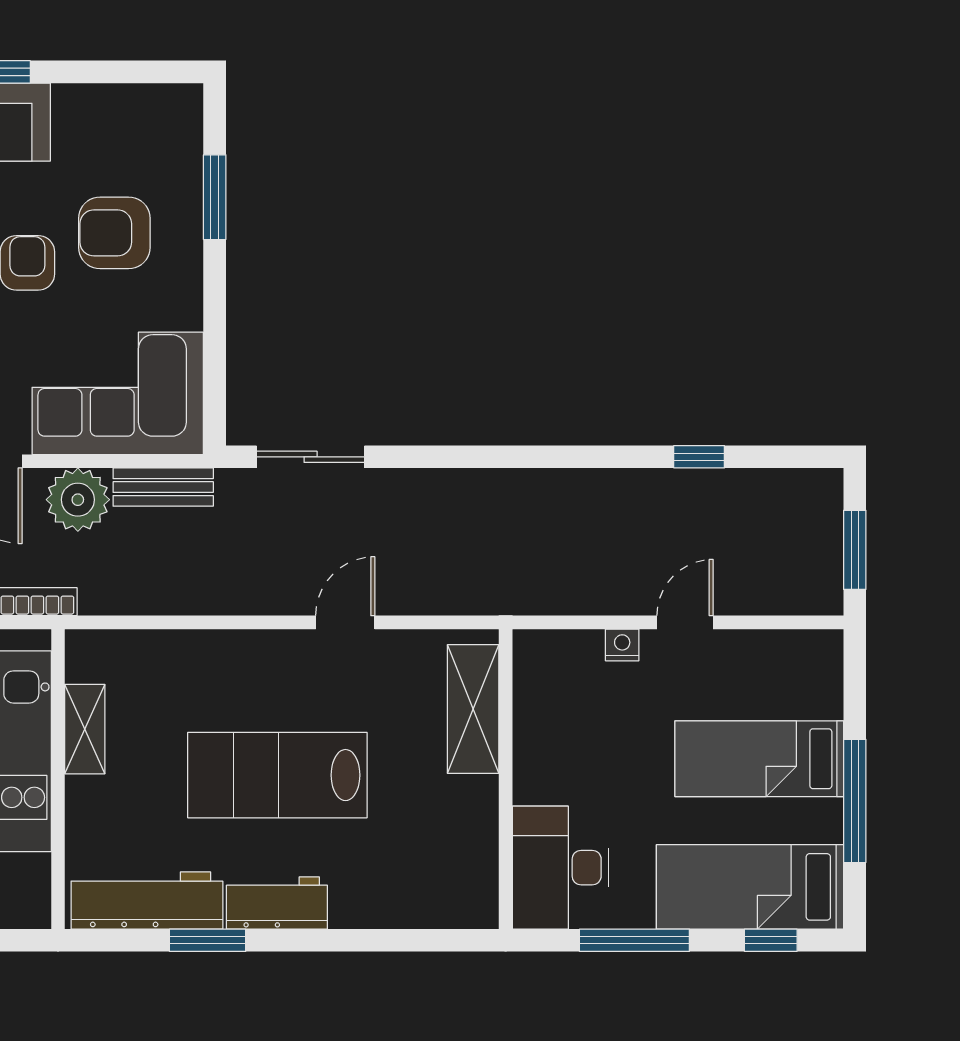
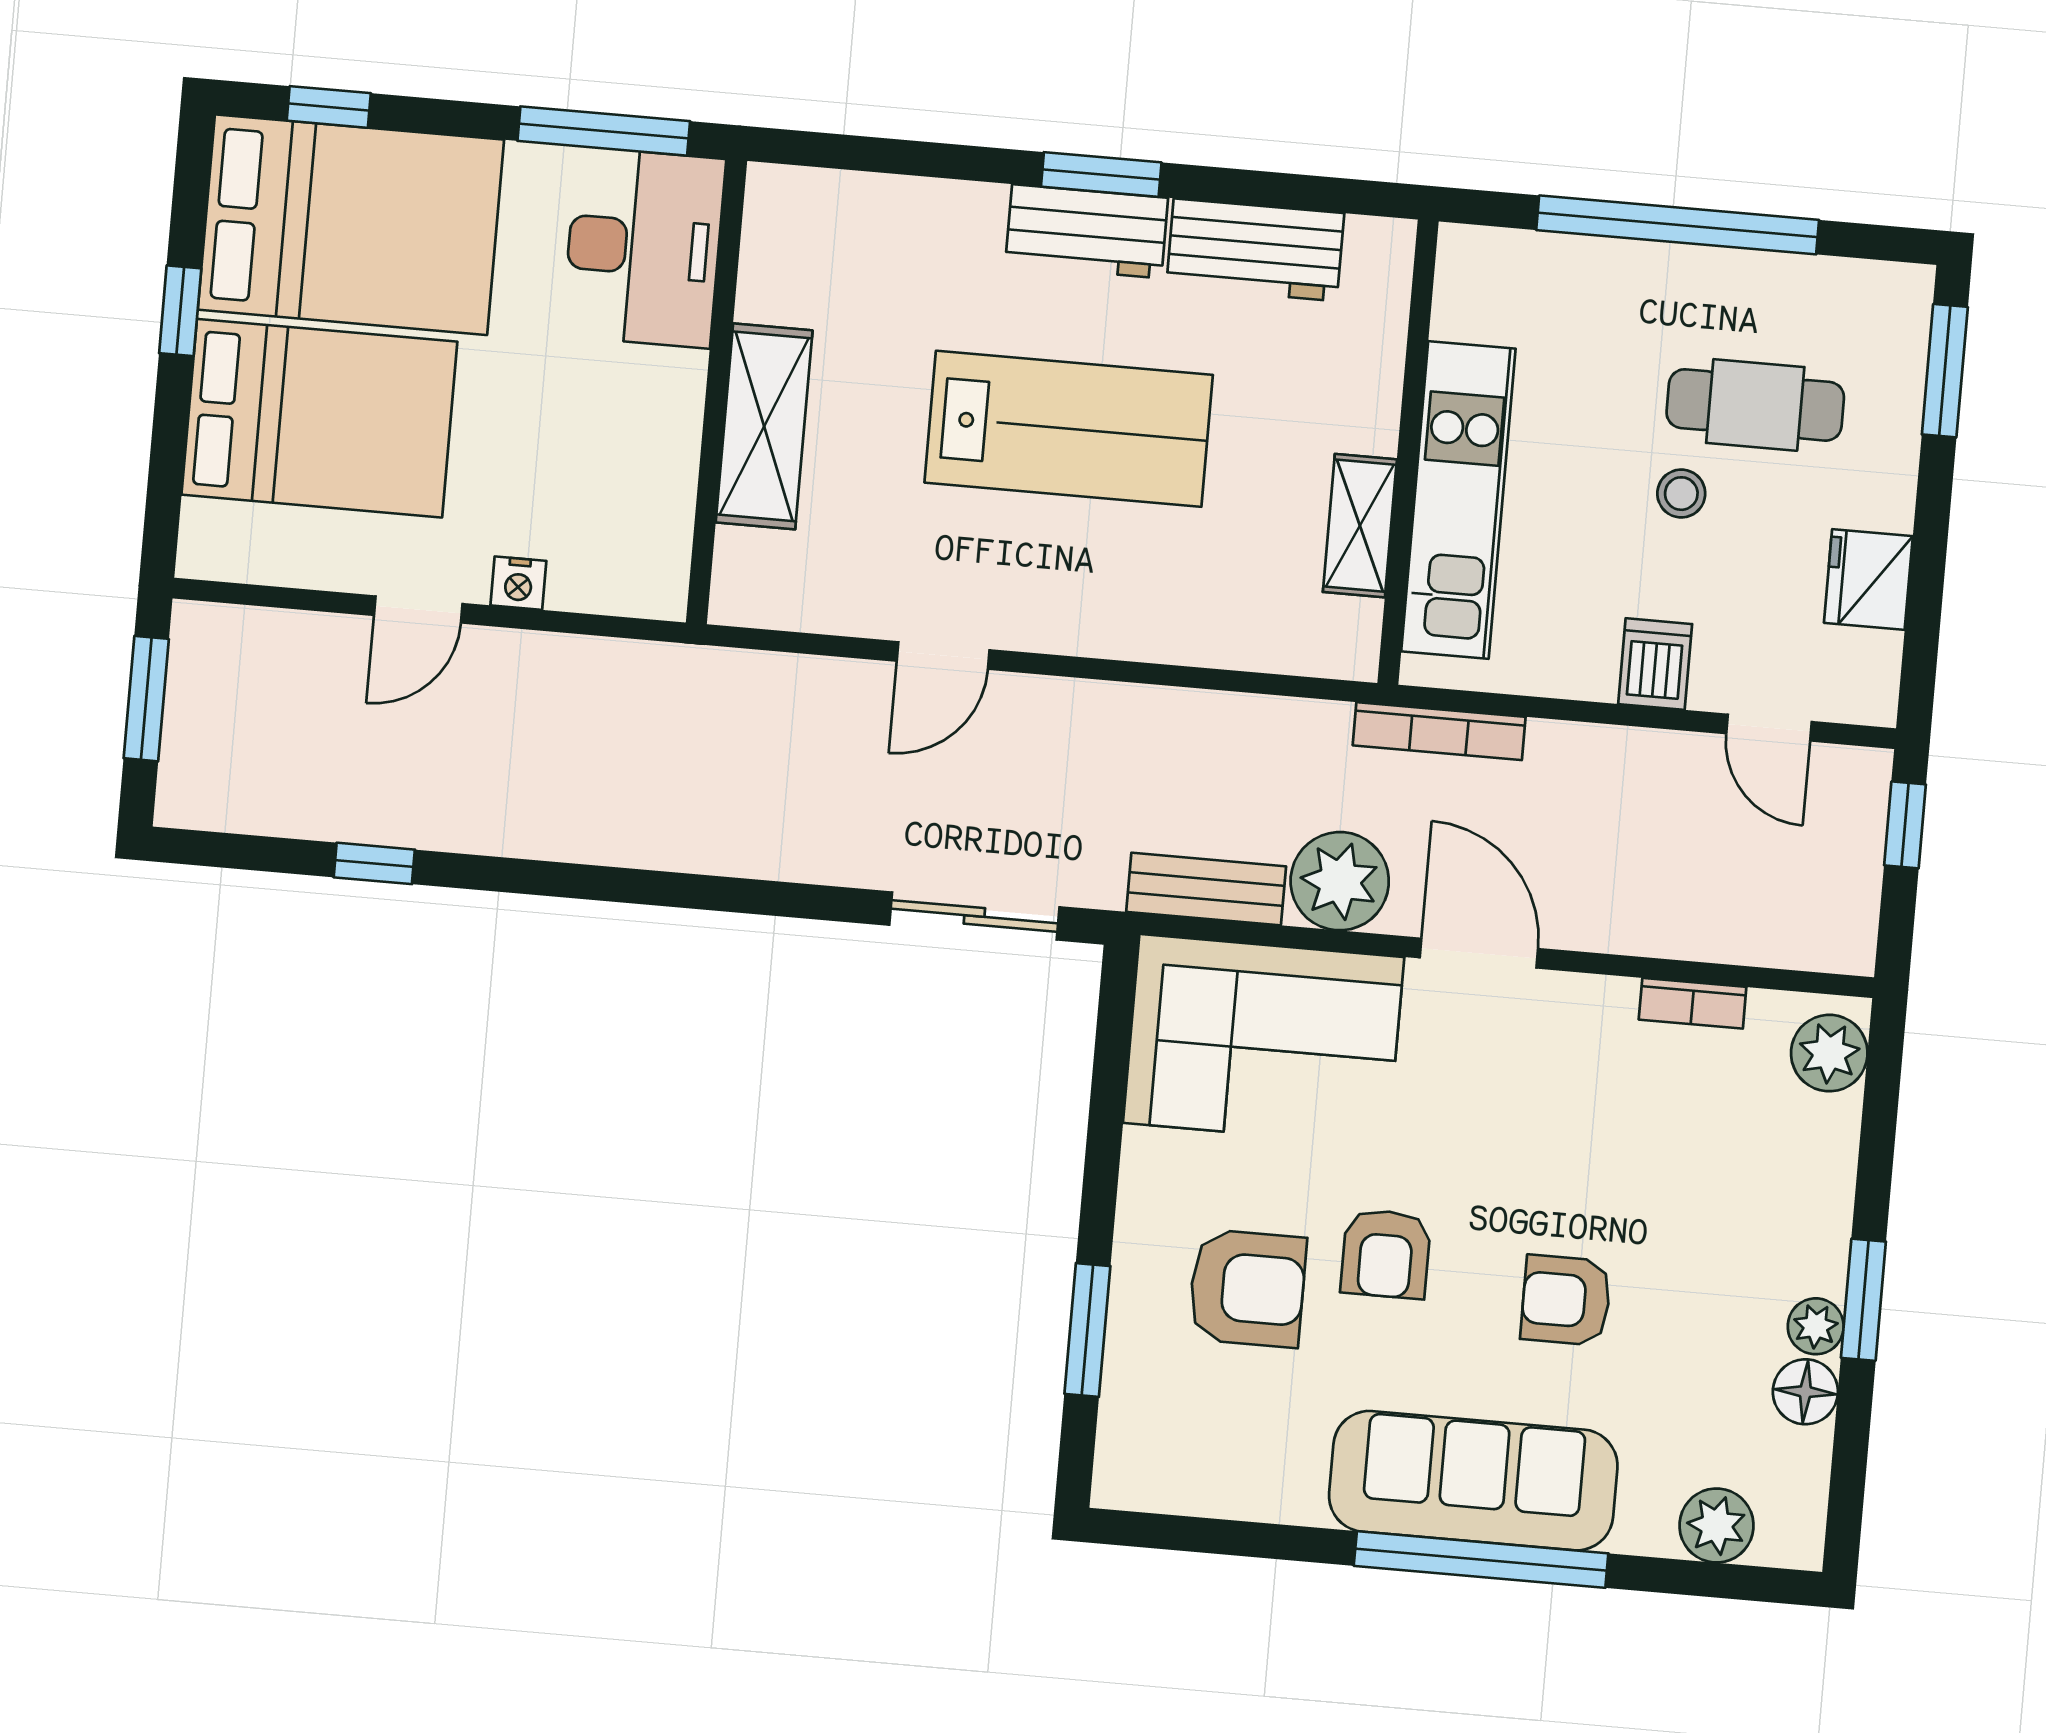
shelving: (473, 709) -> (764, 426), moved
bed: (759, 759) -> (319, 418), width x1.50
window: (855, 801) -> (180, 311), width x0.46
bed: (750, 887) -> (351, 225), width x1.50
workbench: (147, 901) -> (1255, 250), width x0.73
window: (208, 940) -> (1101, 175), moved
window: (634, 940) -> (604, 131), moved

